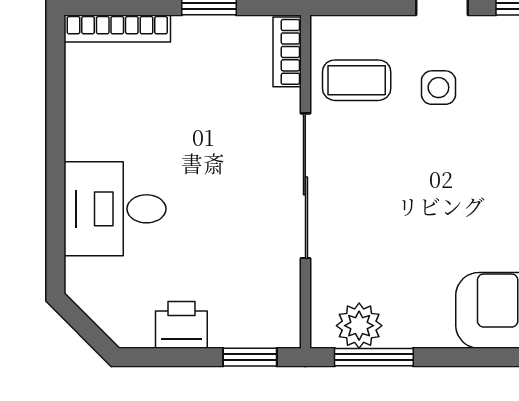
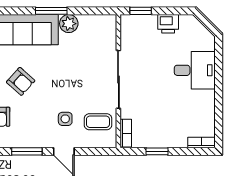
bookcase: (117, 28) -> (201, 143), width x0.64
plant: (359, 326) -> (69, 24), moved
window: (374, 357) -> (51, 11), moved

